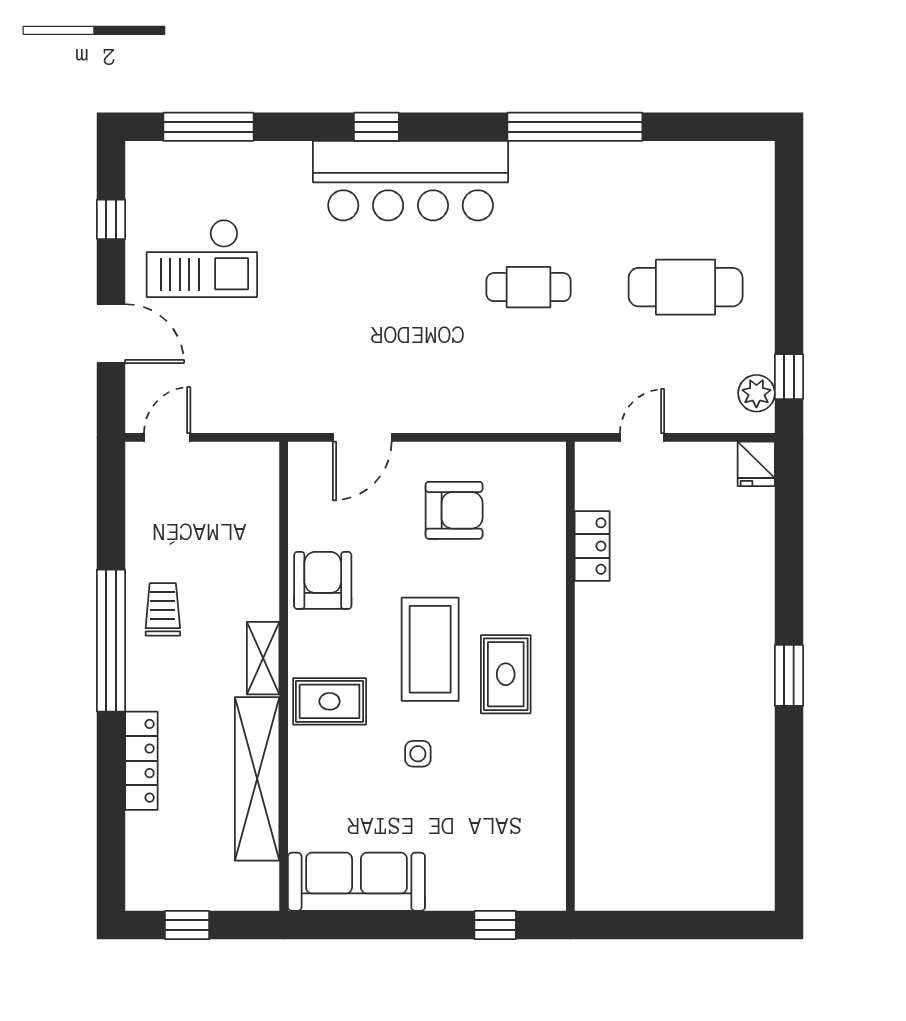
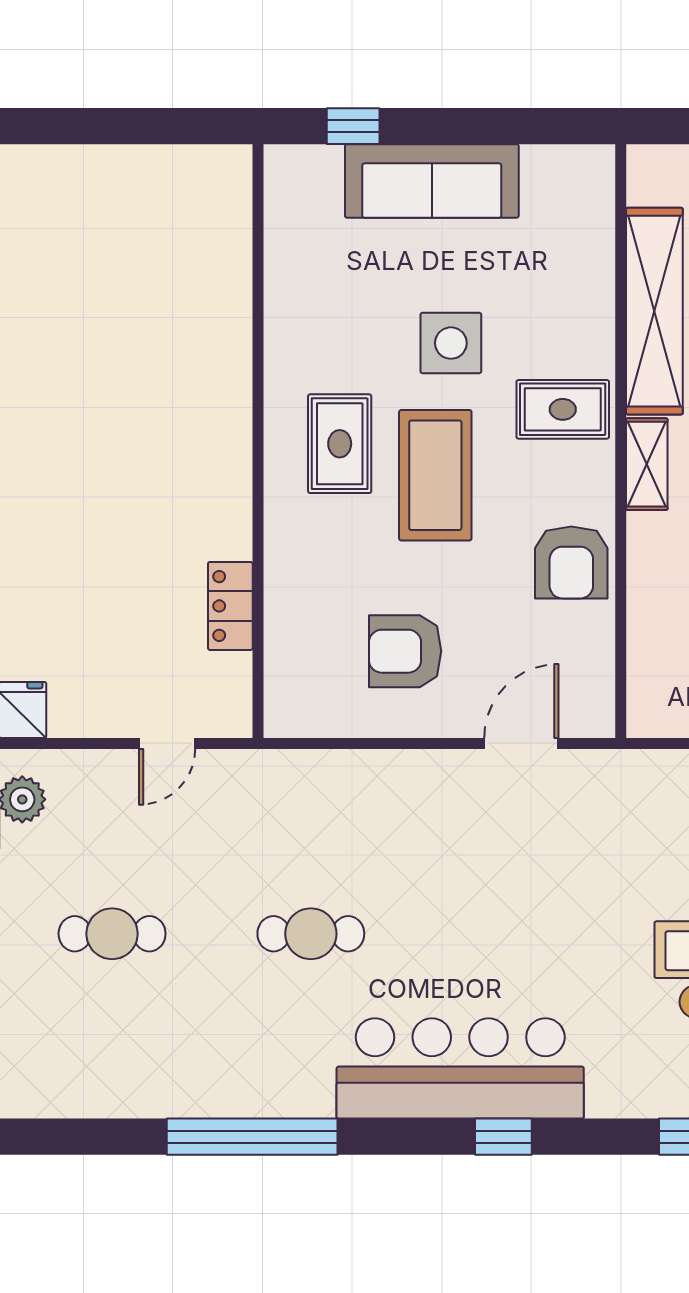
cafe table: (686, 287) -> (112, 934), width x0.73, depth x0.74
side table: (418, 754) -> (451, 343), width x1.87, depth x1.87
sofa: (356, 882) -> (432, 181), moved

